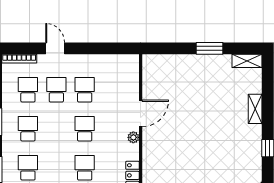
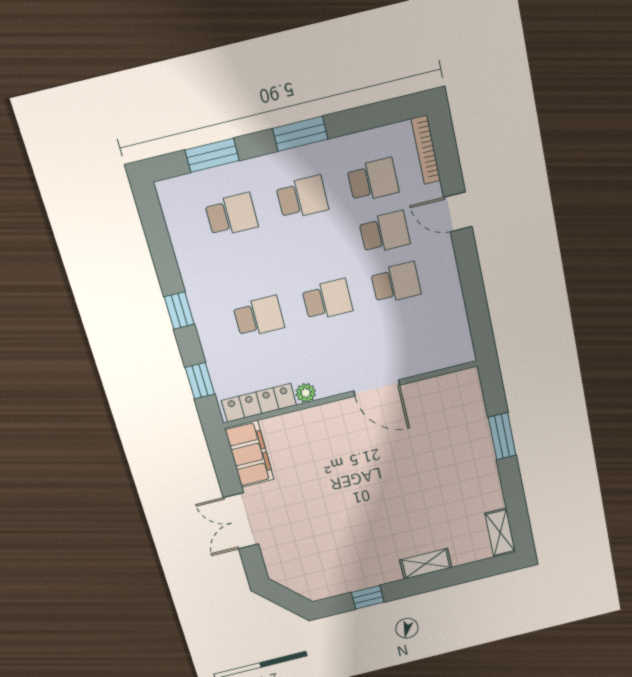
door: (55, 48) -> (458, 212), swing flipped
window: (209, 48) -> (502, 436), moved
plant: (133, 137) -> (306, 393), moved

